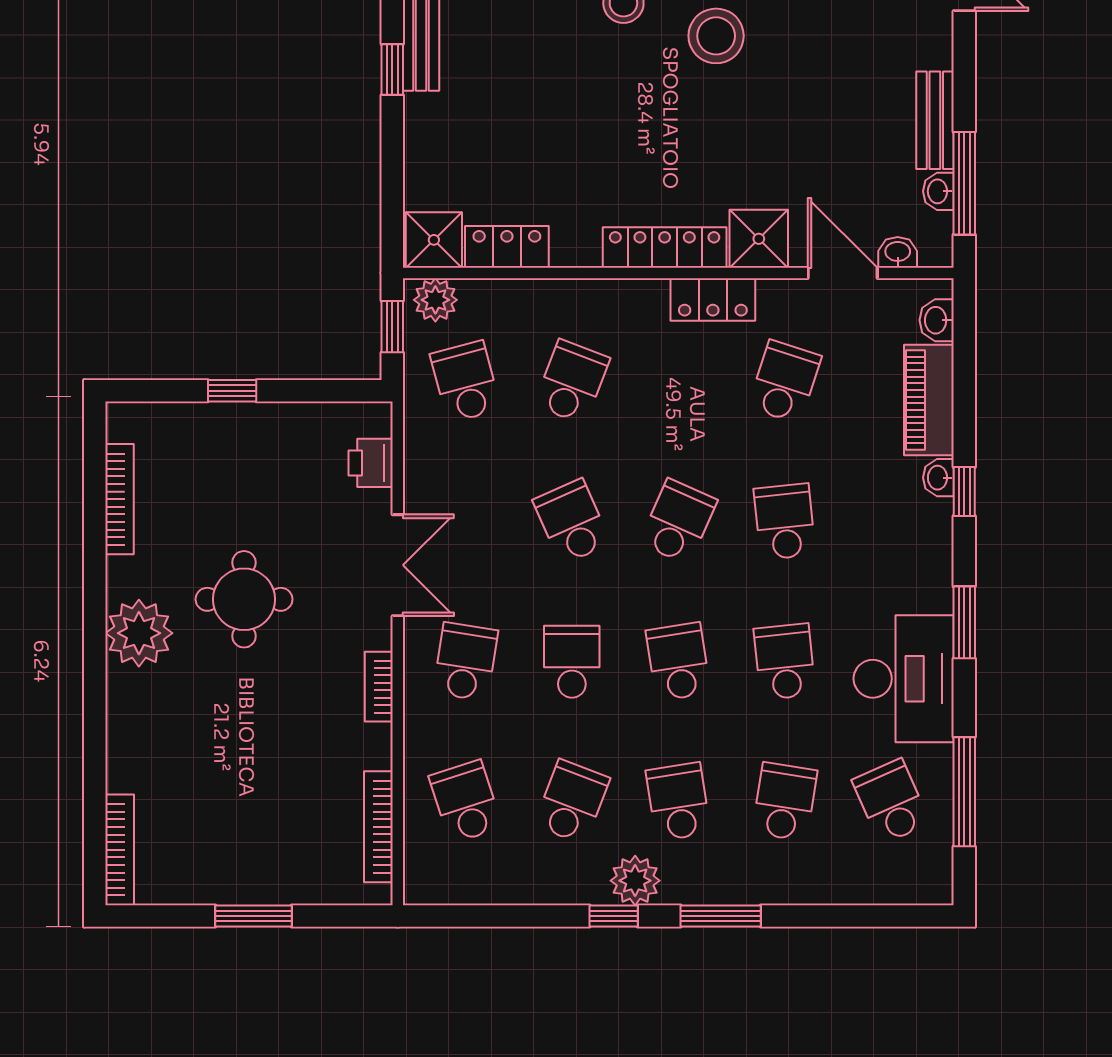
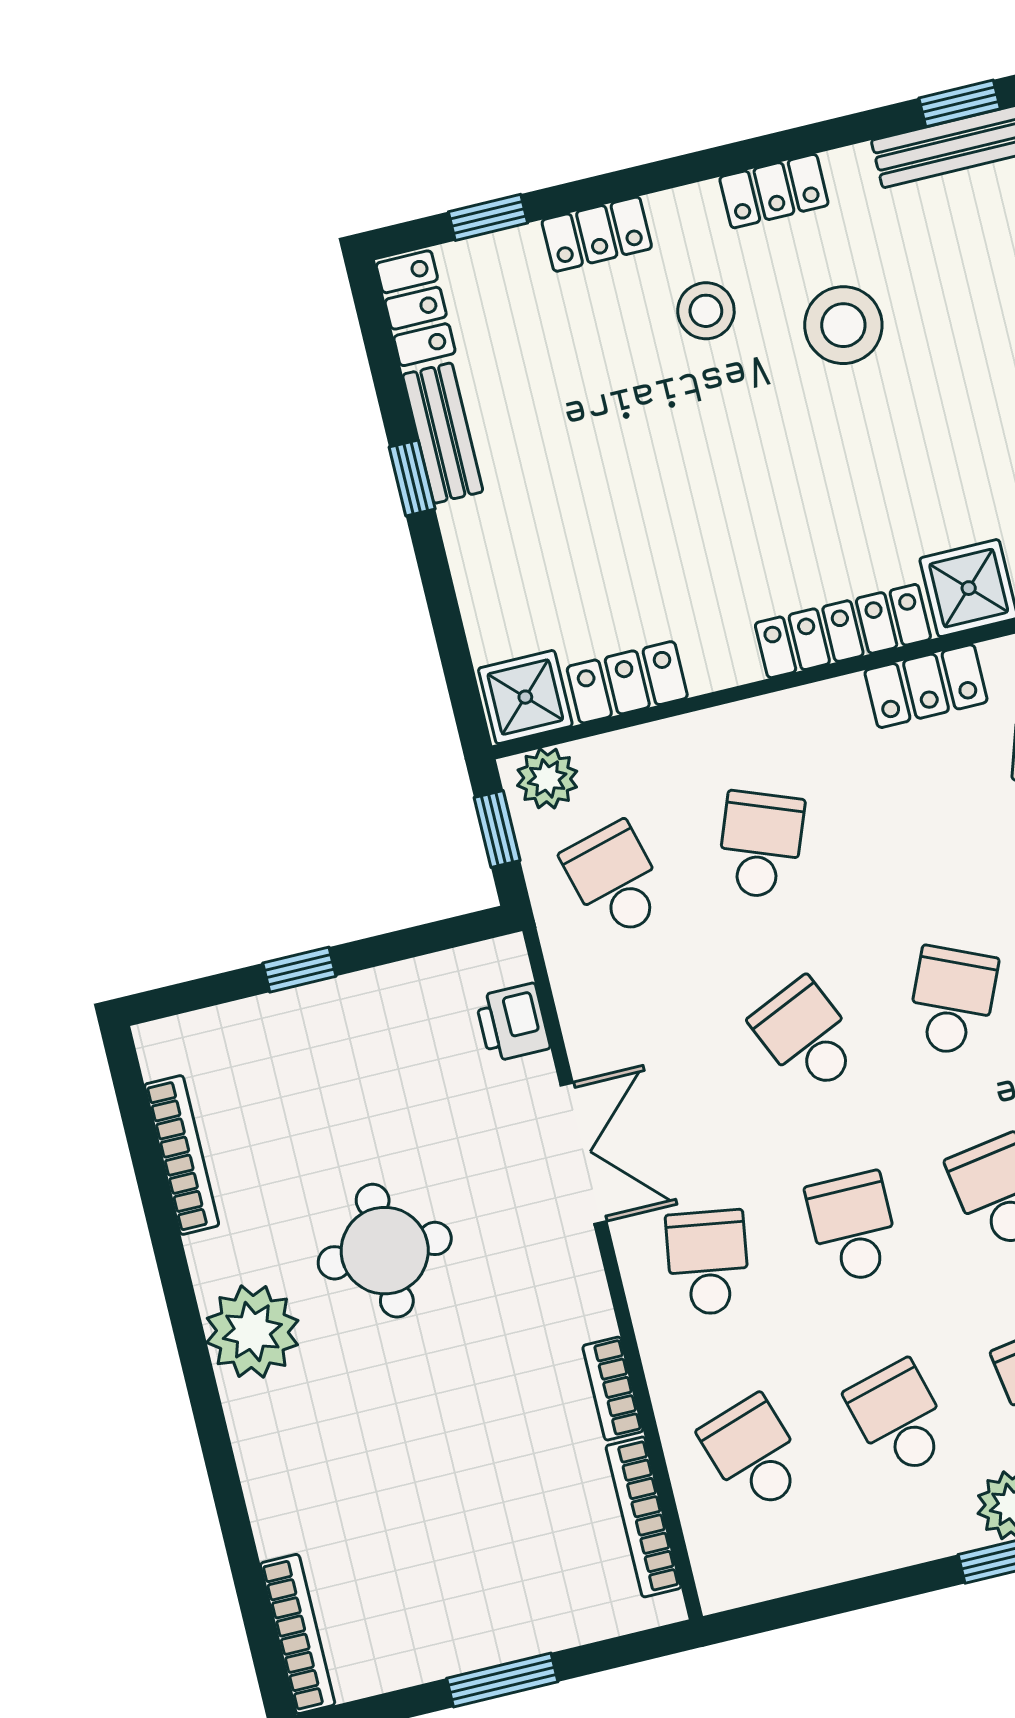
bookcase: (379, 687) -> (613, 1389), moved
school desk: (572, 802) -> (899, 1419), turned -36

